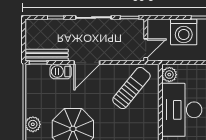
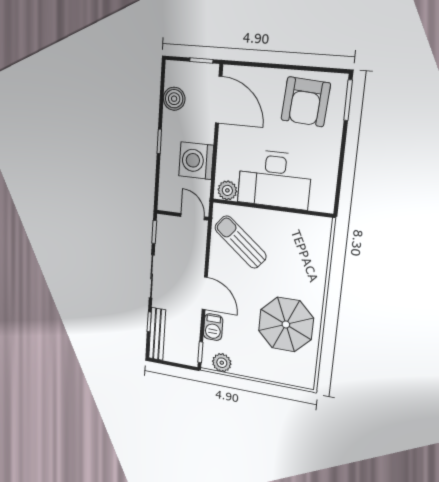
washing machine: (184, 32) -> (196, 161), moved, turned 180
bench: (47, 55) -> (157, 334), moved
plant: (33, 124) -> (222, 363), moved

